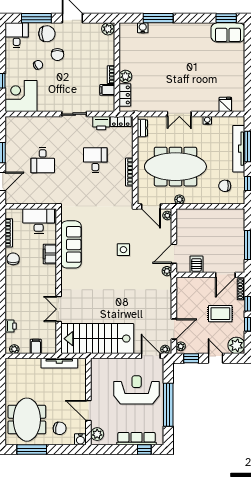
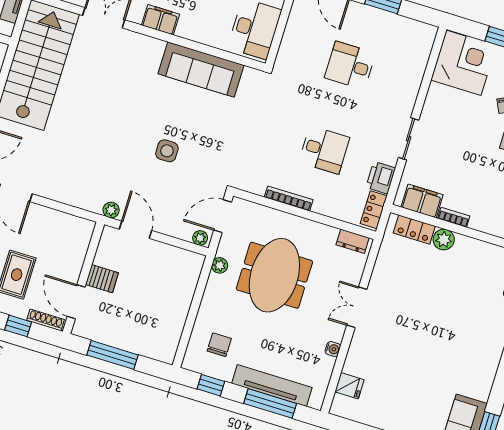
filing cabinet: (107, 90) -> (422, 201), width x2.00
meeting table: (175, 167) -> (274, 275), width x0.73
filing cabinet: (50, 254) -> (160, 20), moved
server rack: (196, 264) -> (102, 279), moved

